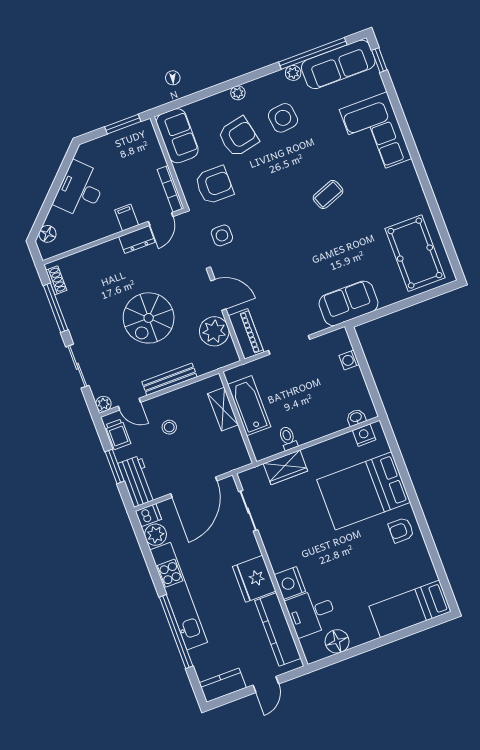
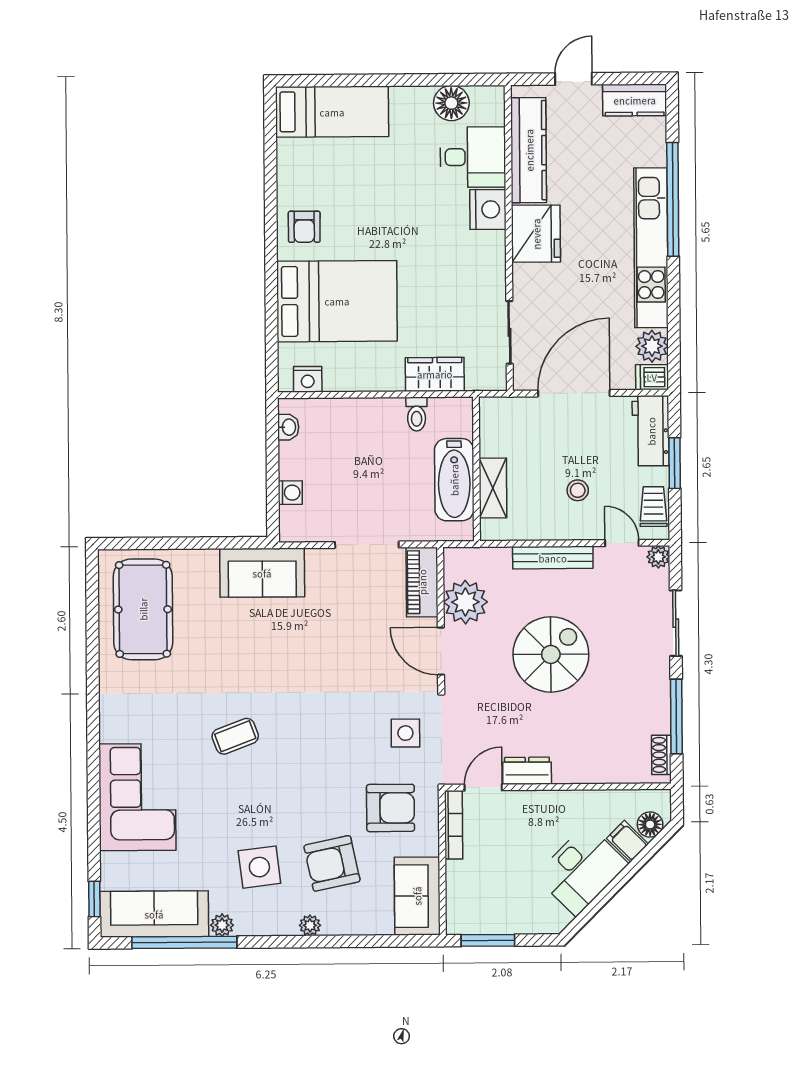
armchair: (214, 185) -> (391, 808), turned 180
filing cabinet: (127, 218) -> (627, 841), moved, turned 135
washbasin: (356, 417) -> (288, 427), moved, turned -90
armchair: (401, 530) -> (304, 227), turned 90

